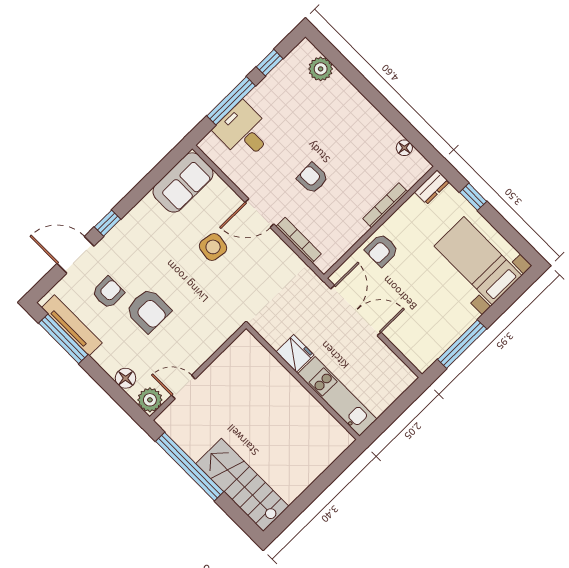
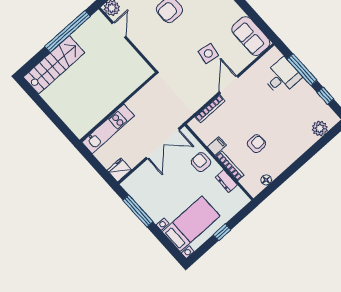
armchair: (312, 178) -> (256, 144), moved
dresser: (432, 187) -> (226, 181), moved
window: (473, 197) -> (222, 232), moved
filing cabinet: (356, 227) -> (217, 146), added
fridge: (295, 353) -> (119, 170), moved, turned 180

